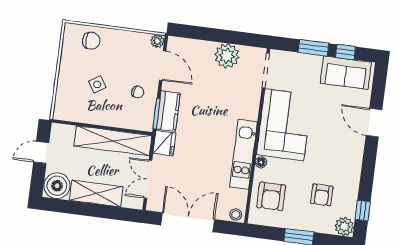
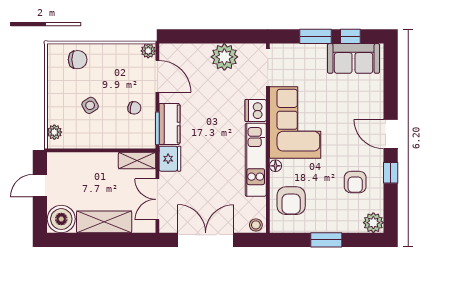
plant: (61, 105) -> (54, 132), added
dishwasher: (249, 109) -> (256, 110), added
door: (374, 123) -> (391, 134), moved
shelving: (113, 141) -> (137, 161), width x0.45, depth x0.75
armchair: (322, 195) -> (355, 182), moved
window: (363, 211) -> (391, 173), moved

